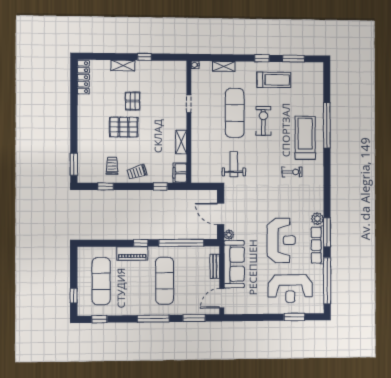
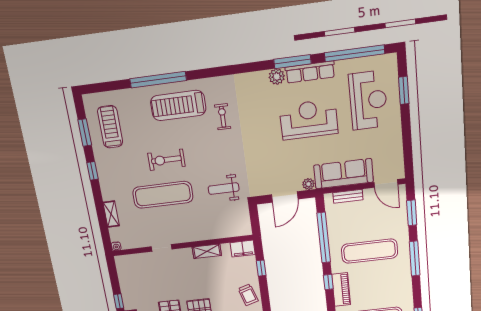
treadmill: (274, 80) -> (110, 127), moved

